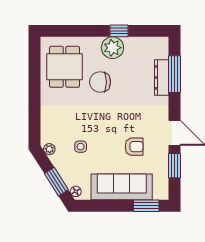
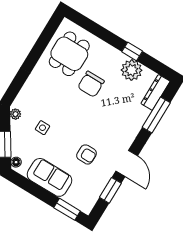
plant: (112, 48) -> (132, 70), moved
dresser: (162, 77) -> (155, 92), moved
chair: (100, 82) -> (91, 84), turned -90
sofa: (122, 187) -> (50, 177), width x0.73

